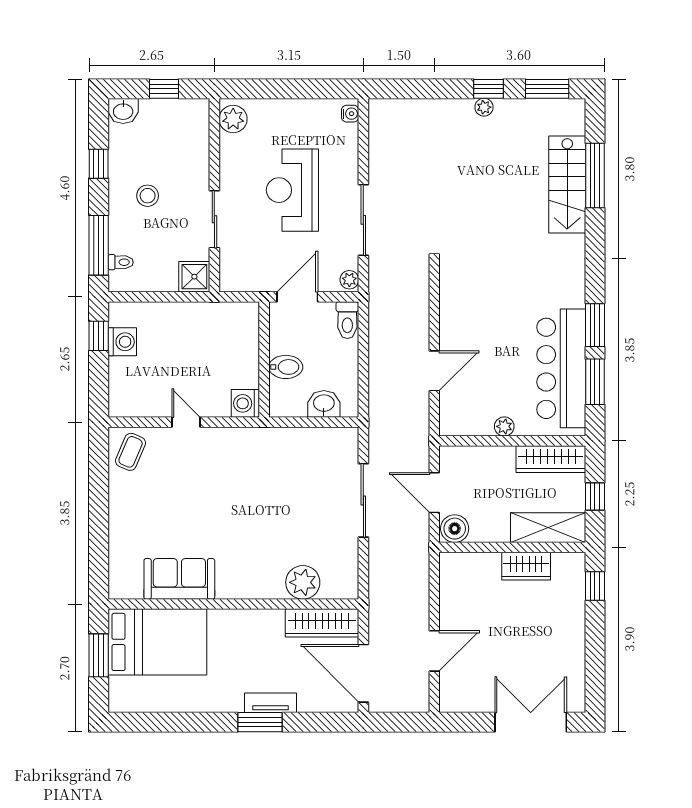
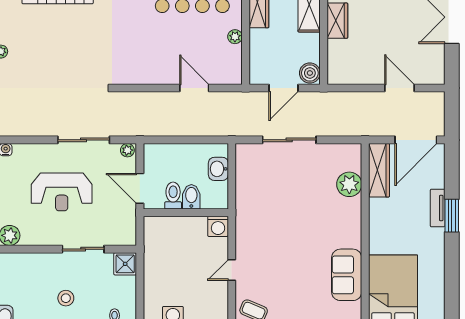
toilet: (347, 320) -> (173, 196), moved, turned -90

